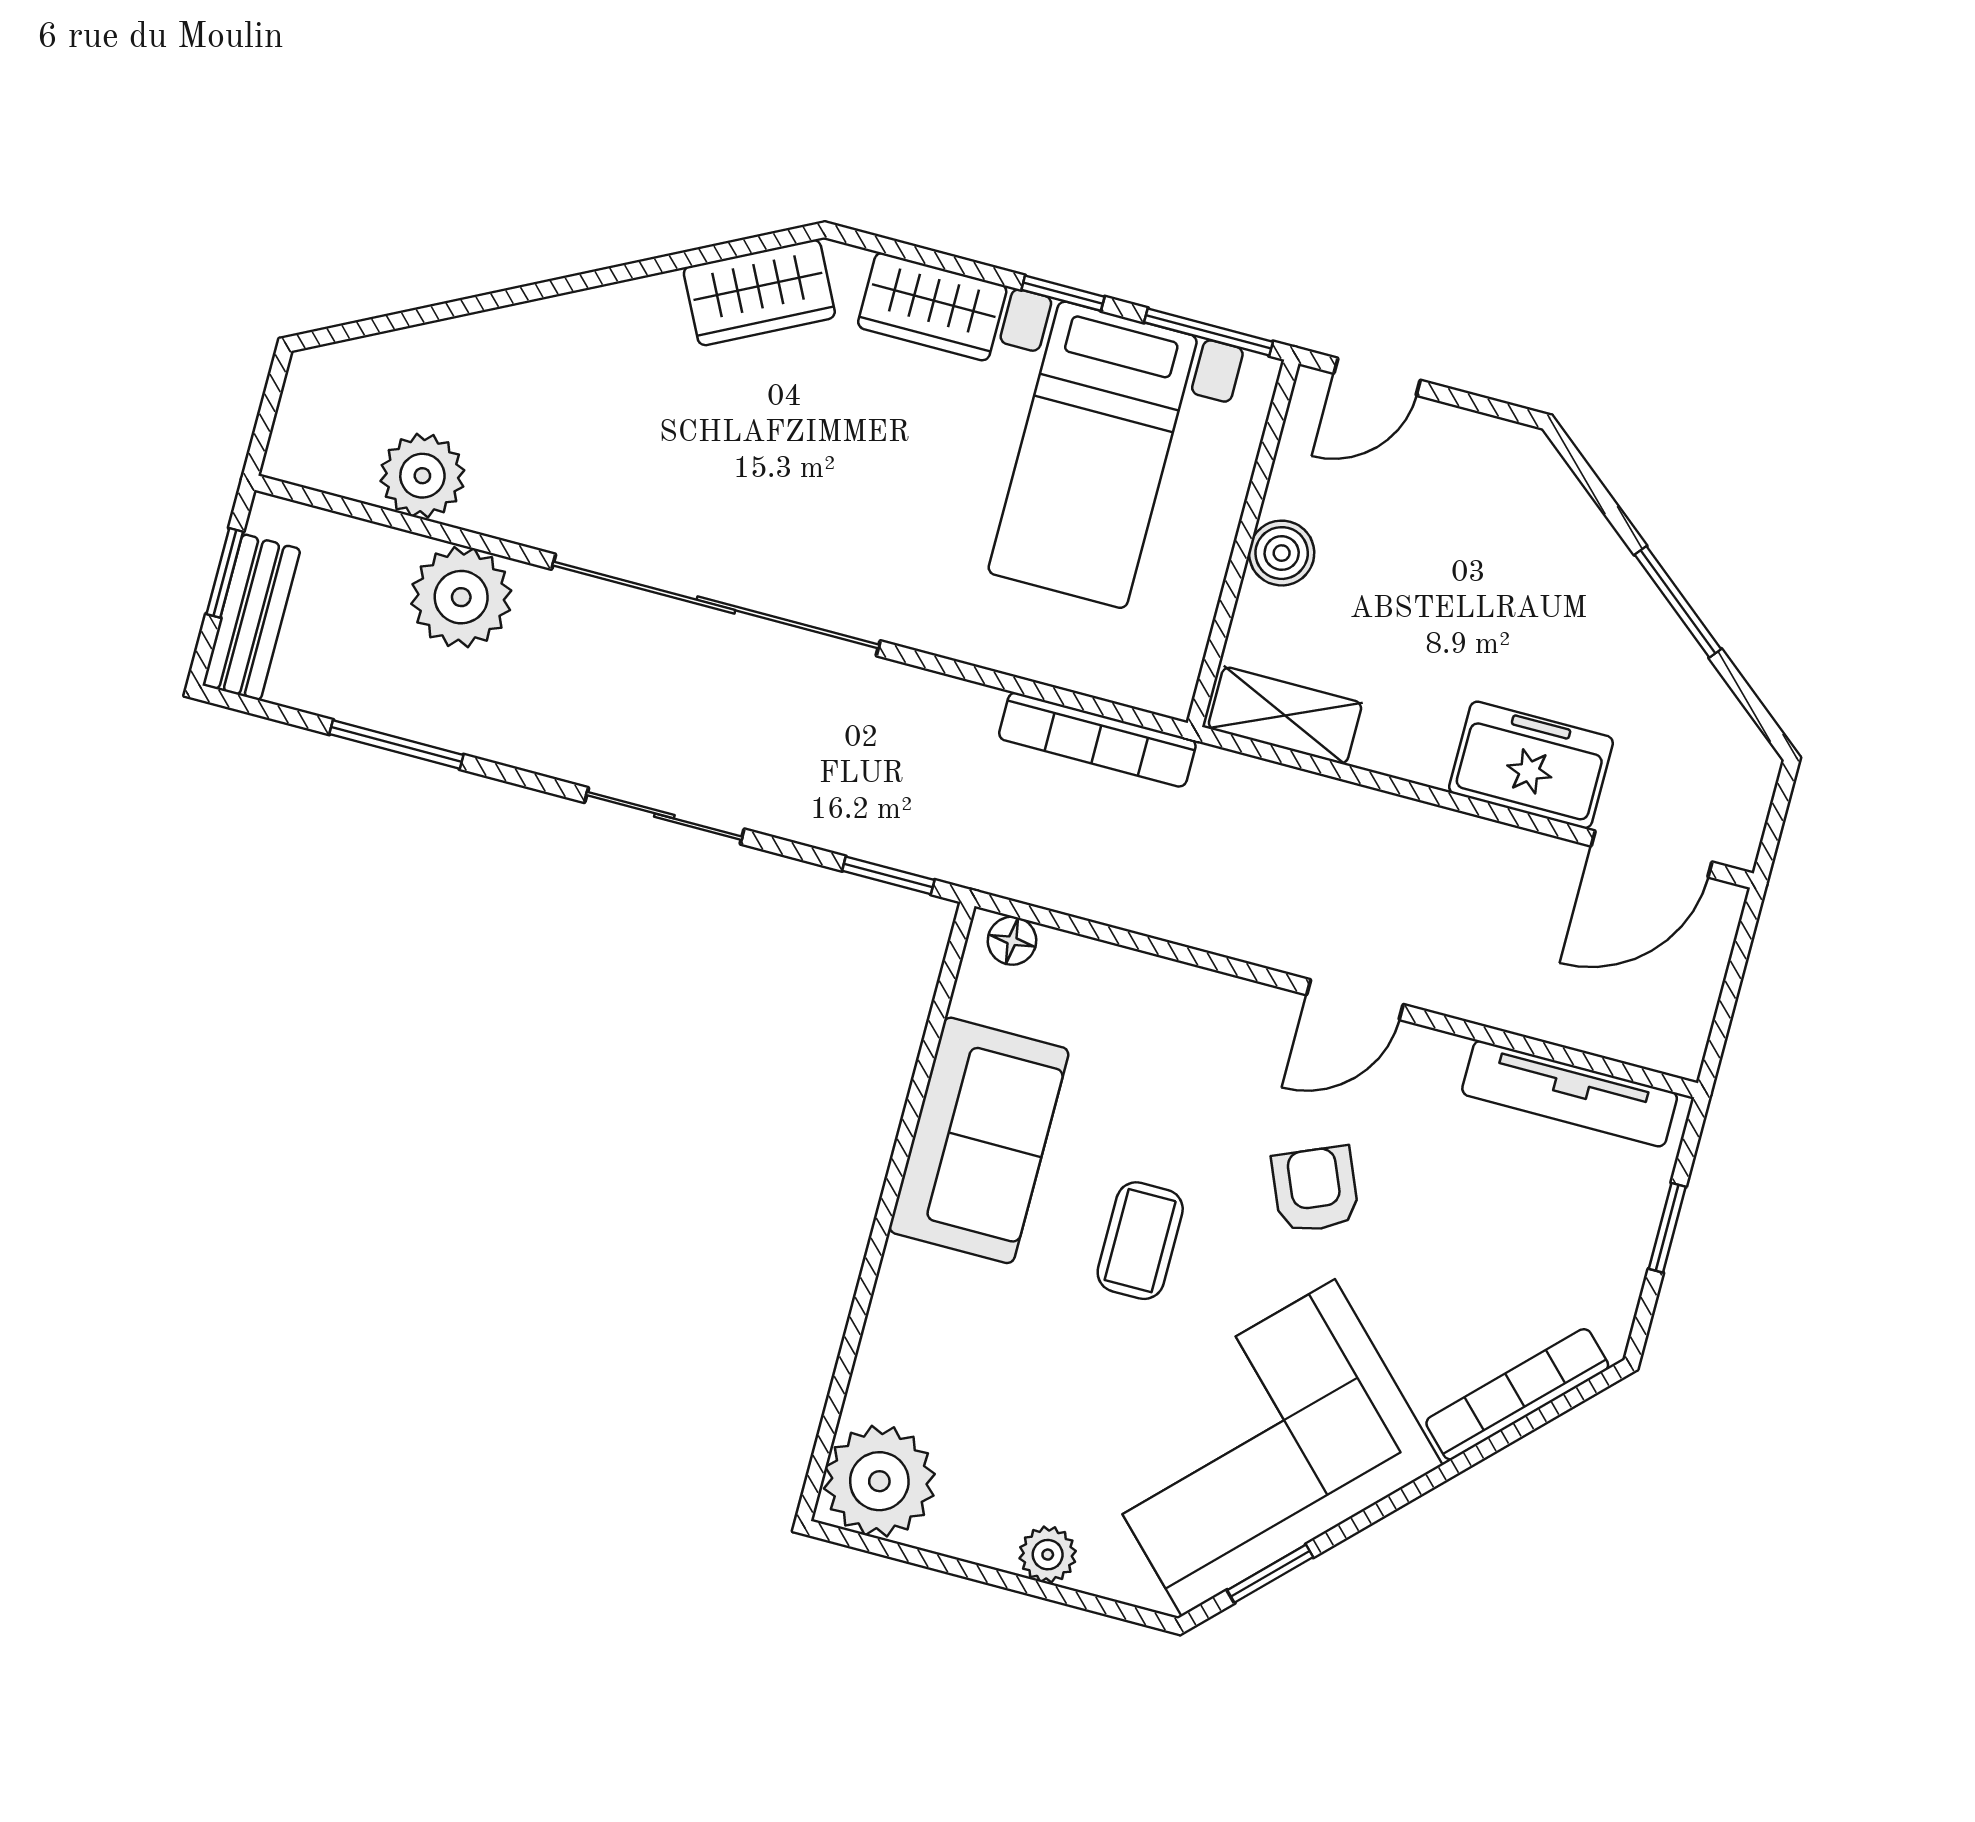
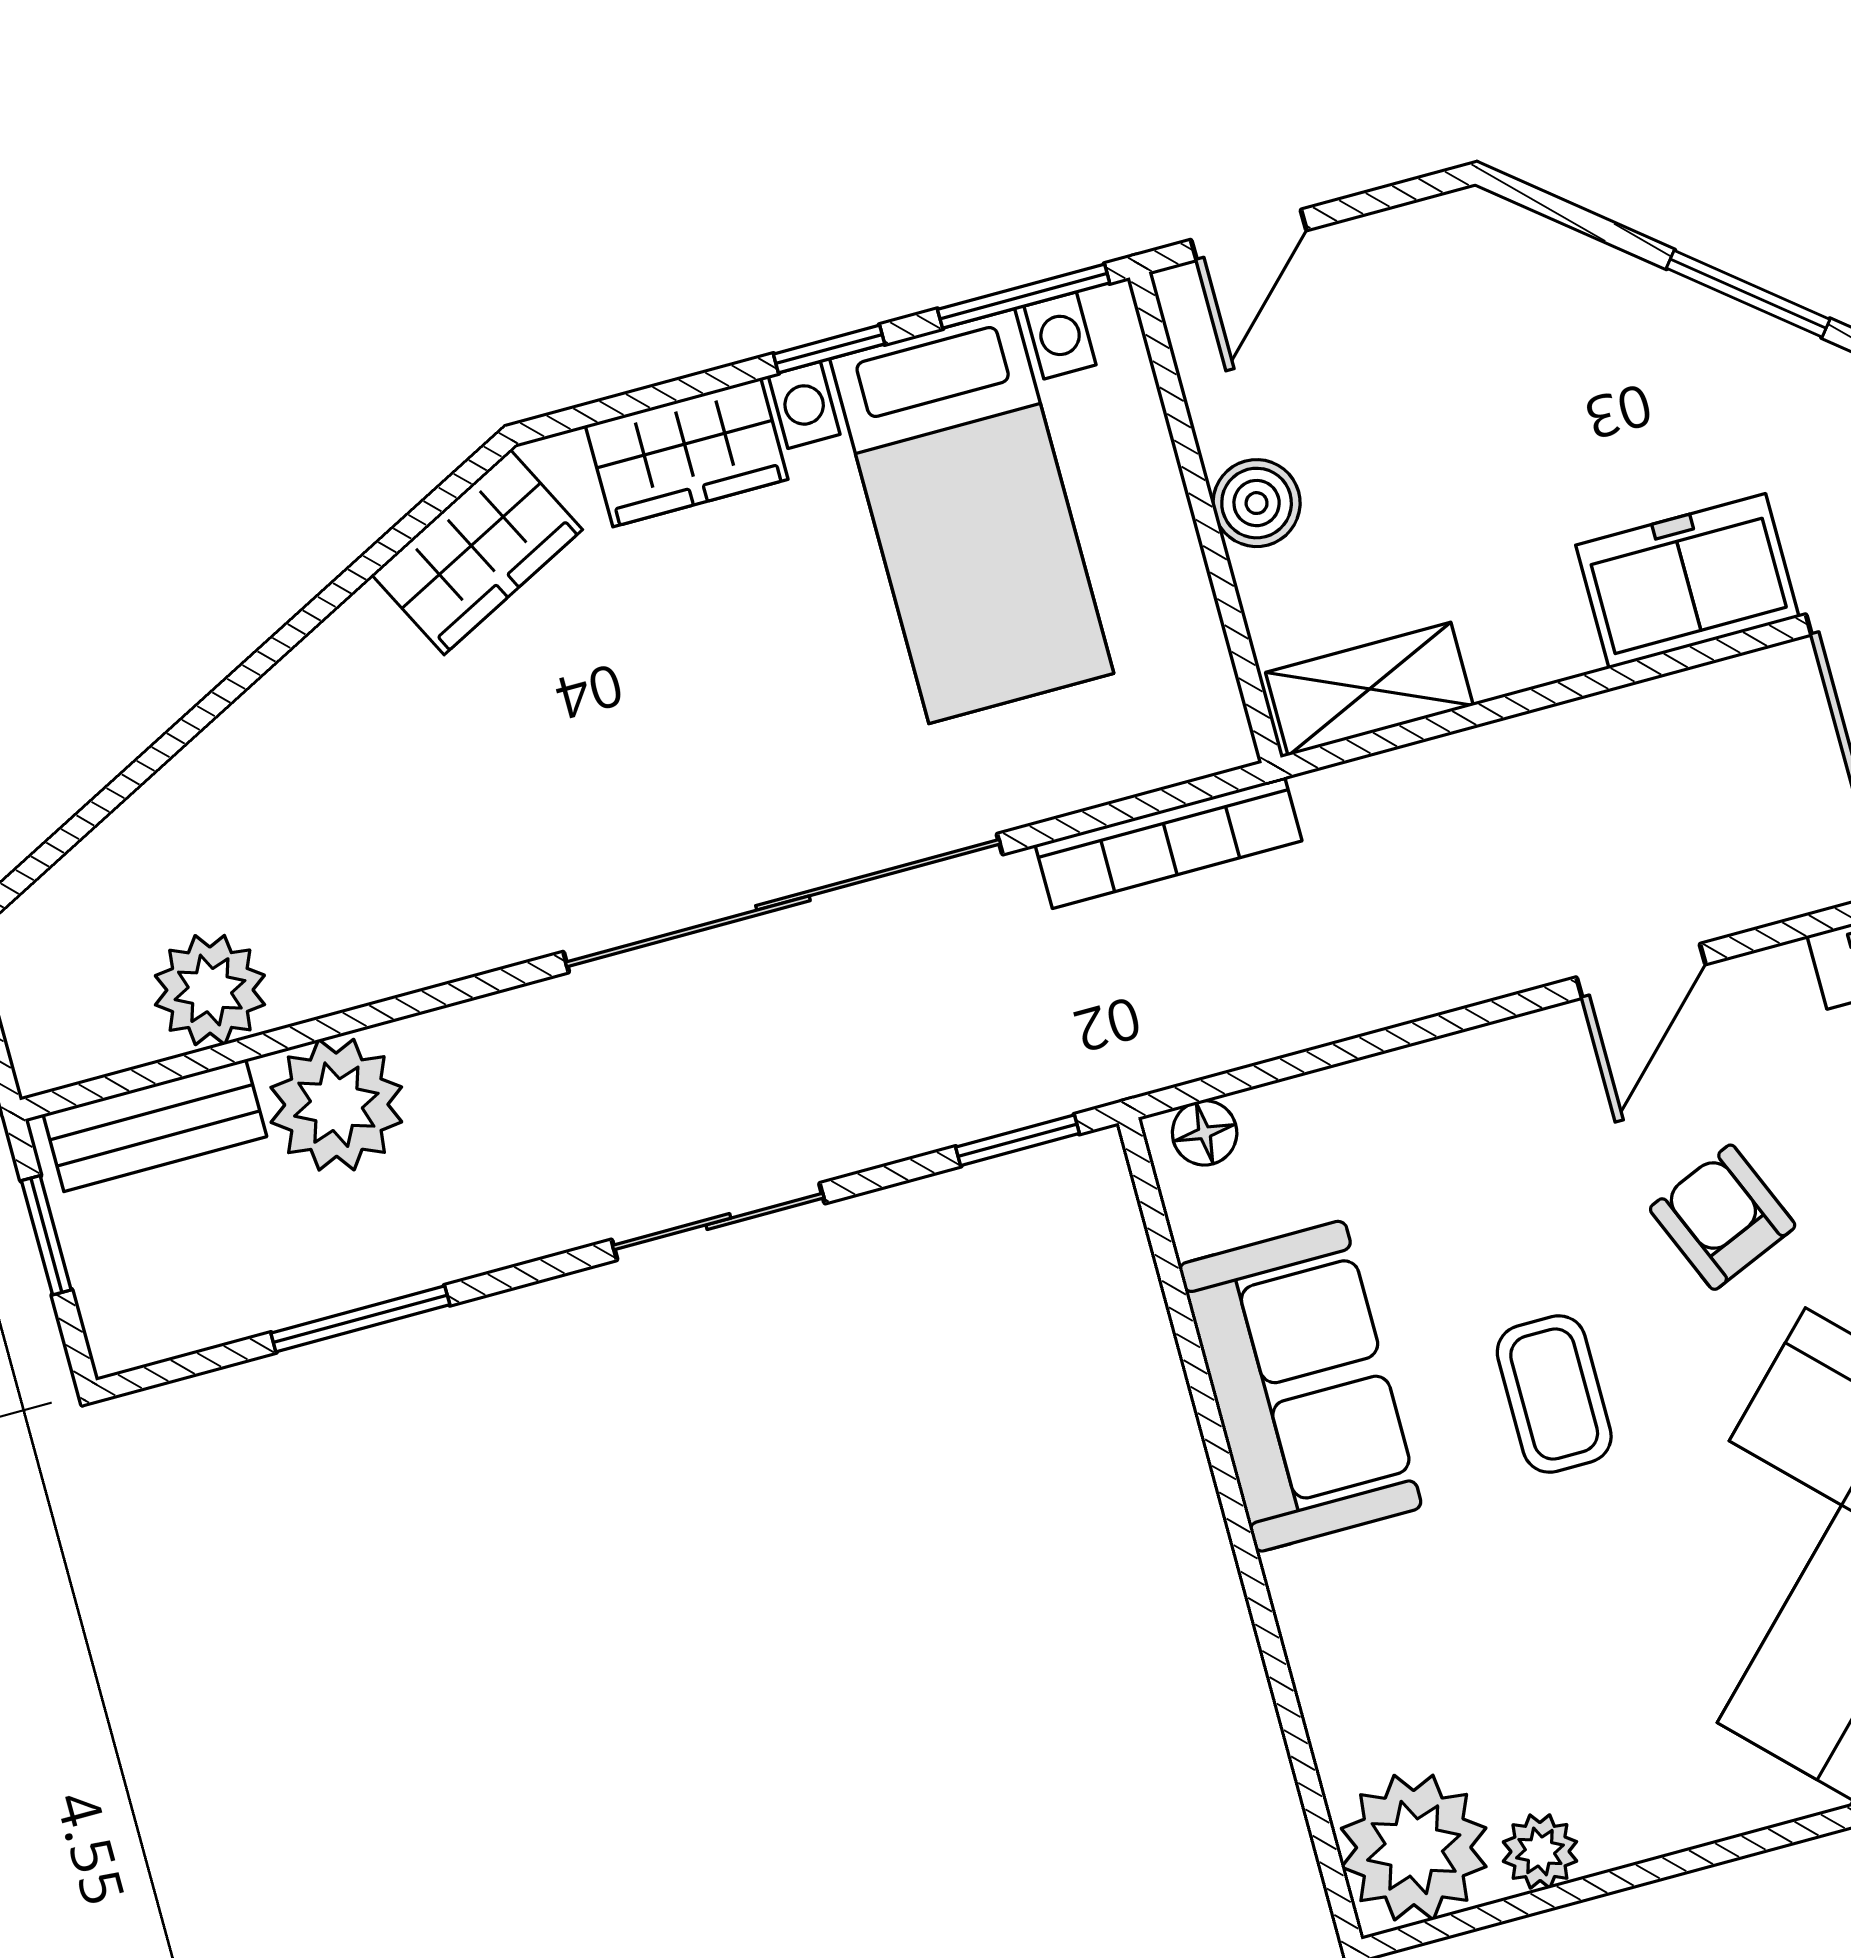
sliding door: (716, 605) -> (783, 903), moved
bench: (251, 617) -> (155, 1125), moved, turned 90
plant: (1048, 1555) -> (1540, 1851), moved

